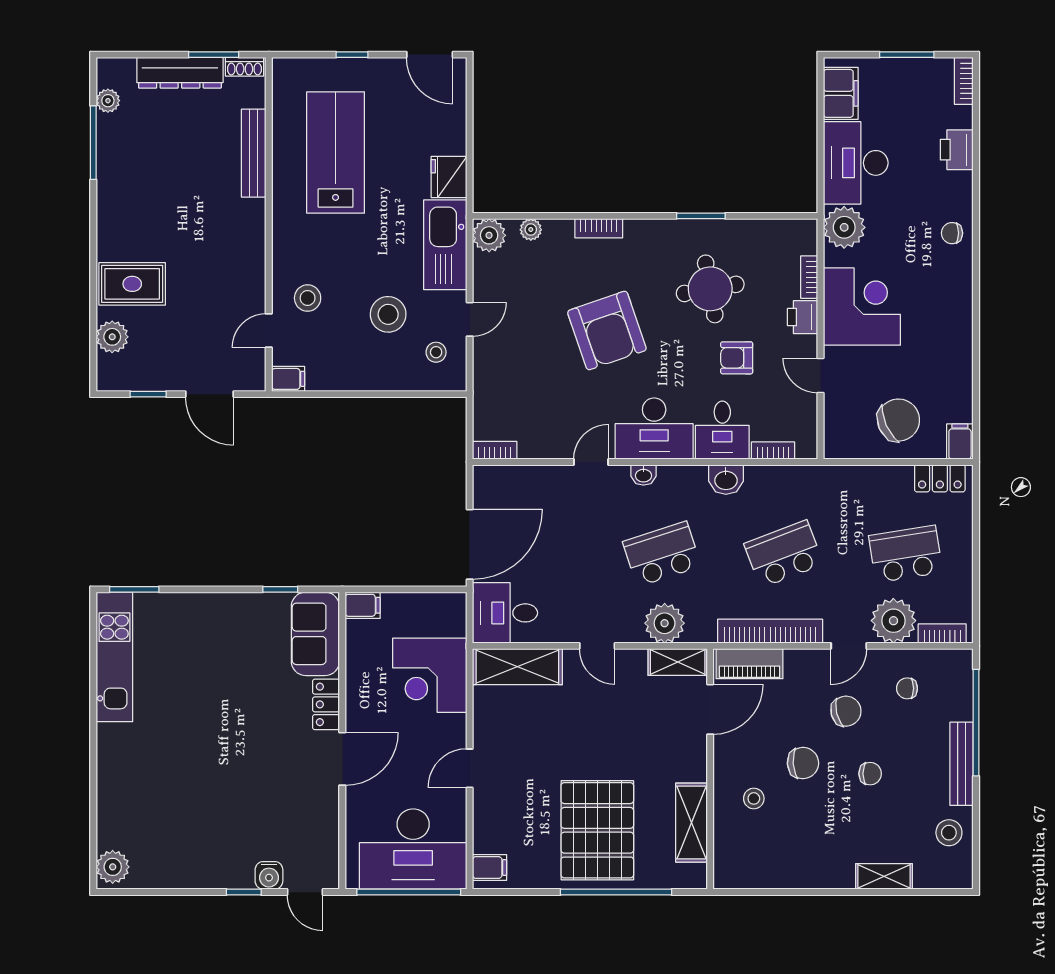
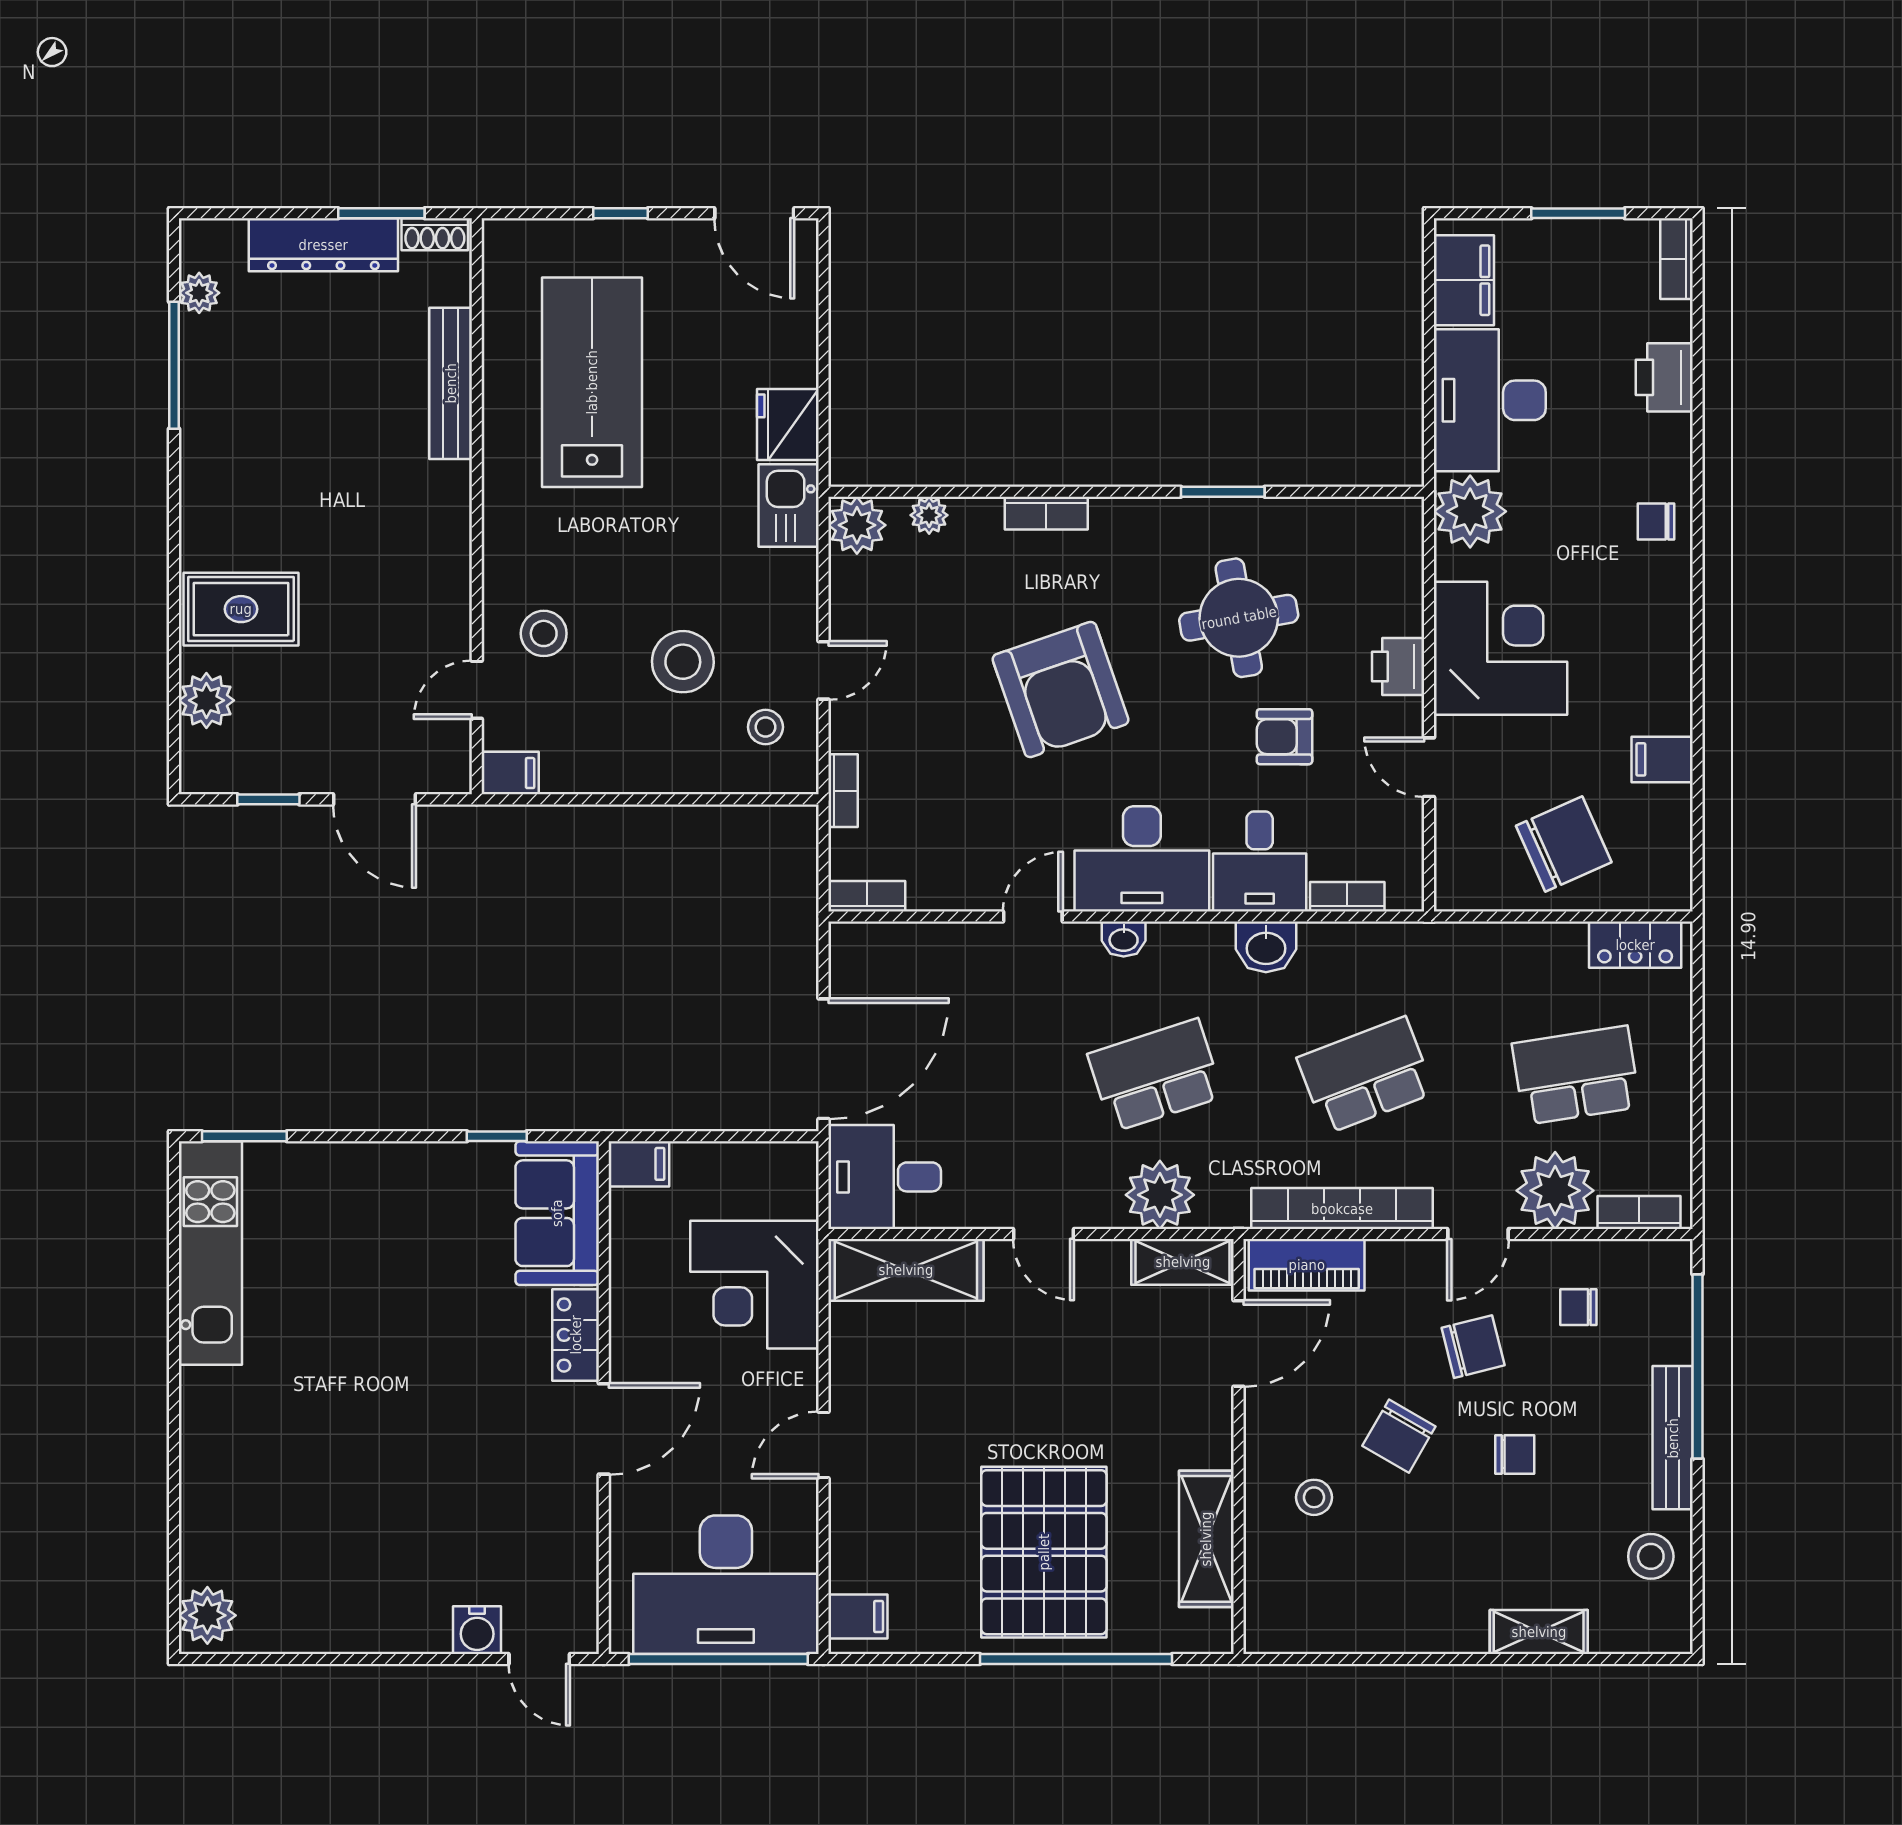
kitchen sink: (445, 245) -> (789, 505), width x0.53, depth x0.81
bookcase: (809, 277) -> (843, 791), moved, turned 180
filing cabinet: (960, 442) -> (1662, 759), moved, turned -90
chair: (803, 763) -> (1399, 1436), turned 124
window: (244, 892) -> (434, 1659), removed

